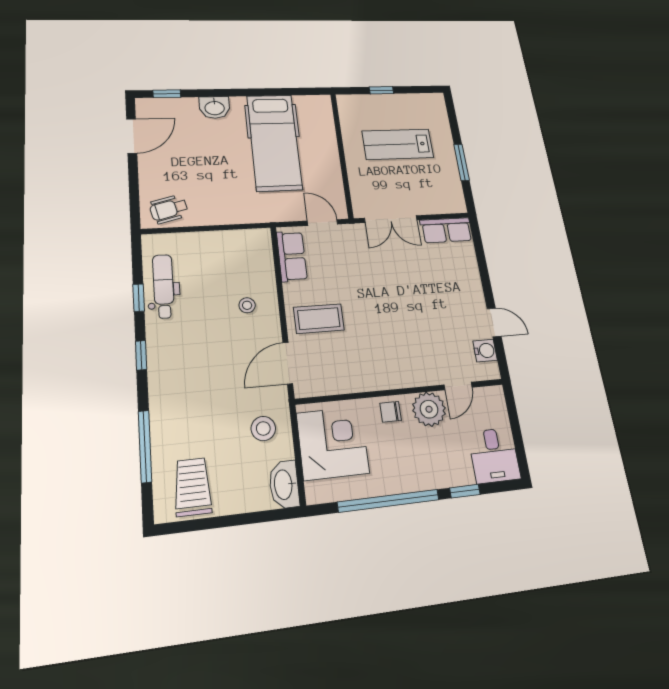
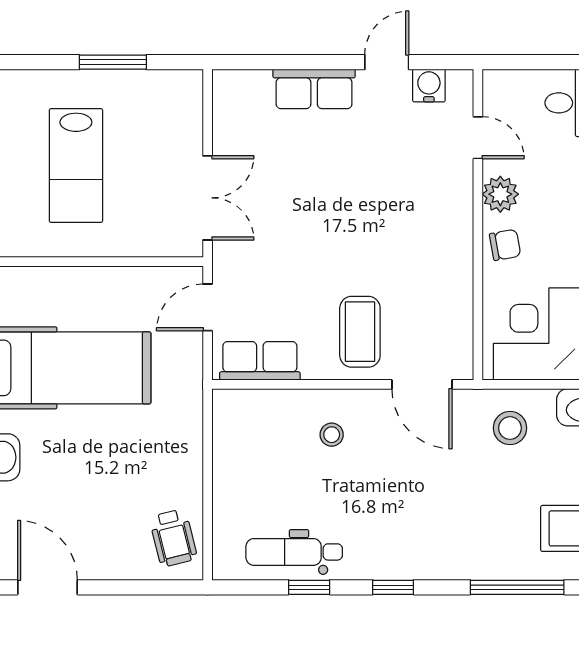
row of seats: (446, 230) -> (314, 89), moved, turned 90
plant: (429, 409) -> (500, 194), width x0.73, depth x0.73
chair: (391, 412) -> (505, 245), turned -100

